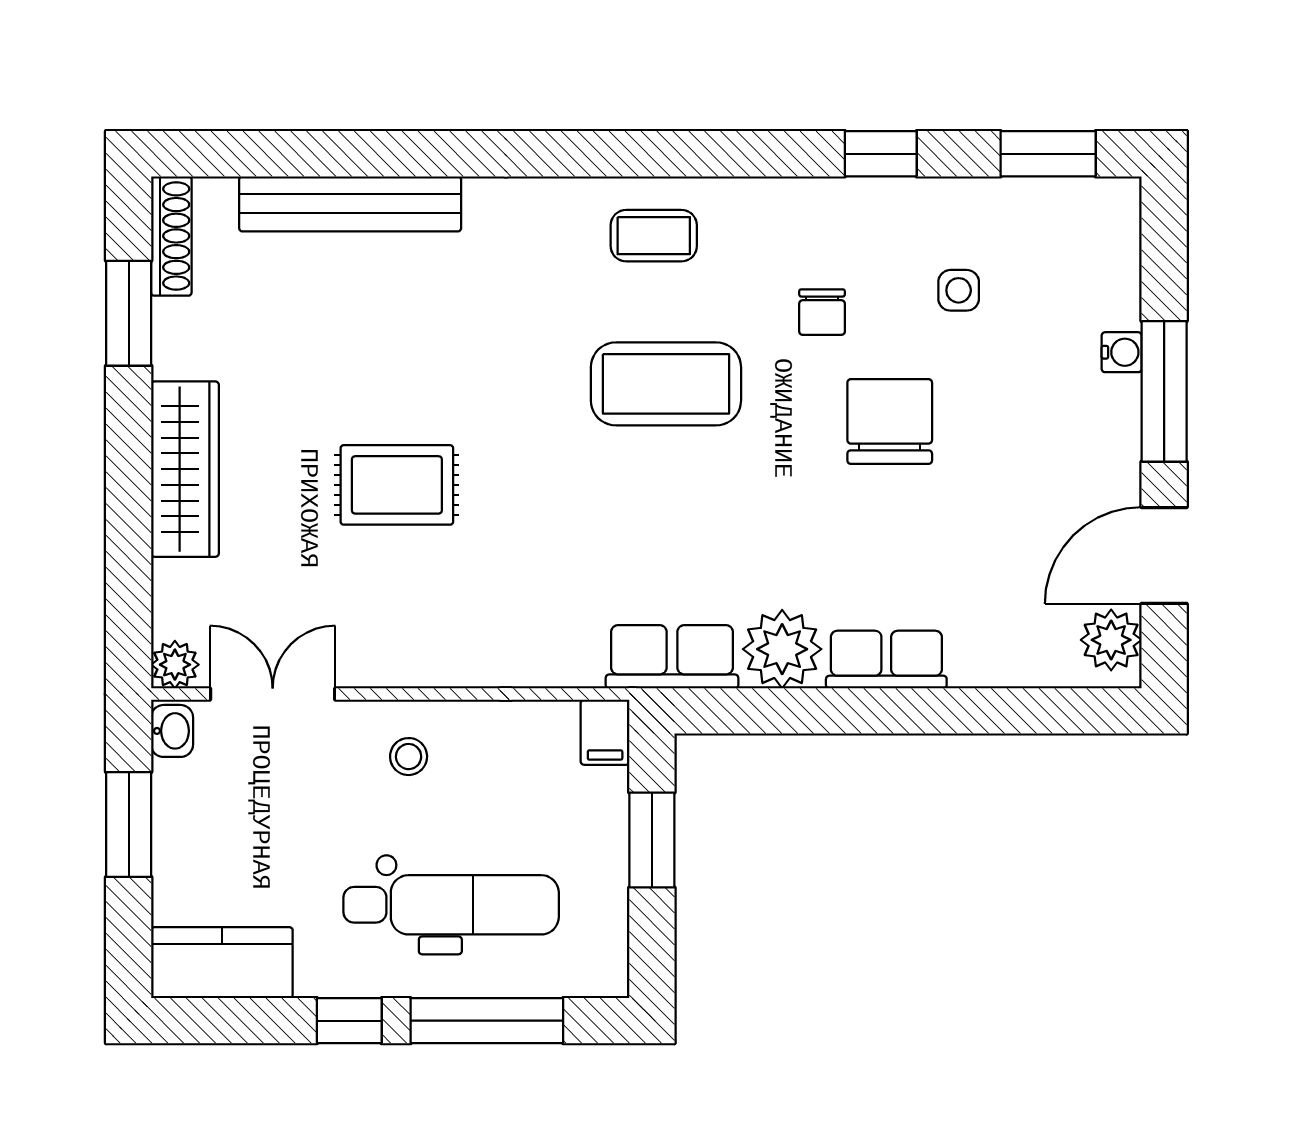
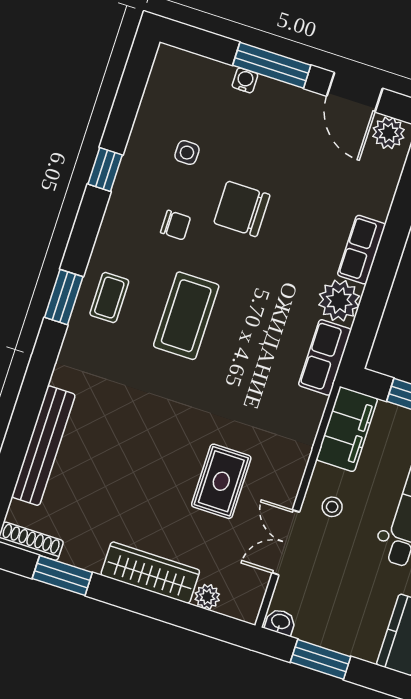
window: (1048, 154) -> (64, 297), moved
rug: (397, 485) -> (221, 481), moved
plant: (175, 665) -> (207, 597), moved
double door: (273, 694) -> (286, 542), moved
filing cabinet: (605, 732) -> (347, 429), width x3.00, depth x1.17

